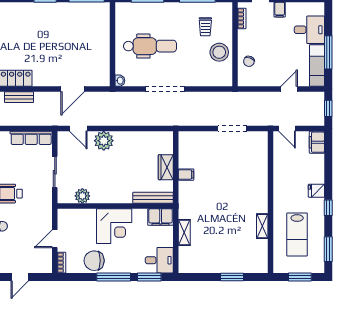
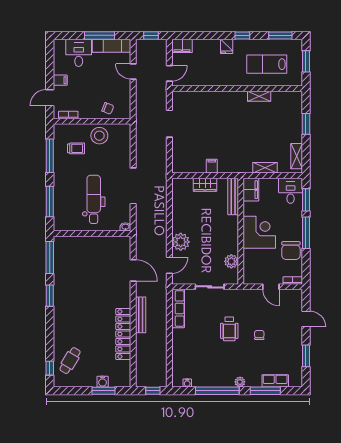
bench: (19, 97) -> (141, 315), width x1.36
lab bench: (297, 234) -> (267, 64), turned 180
shelving: (197, 267) -> (297, 156), added

